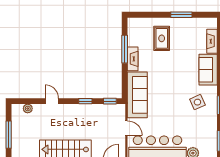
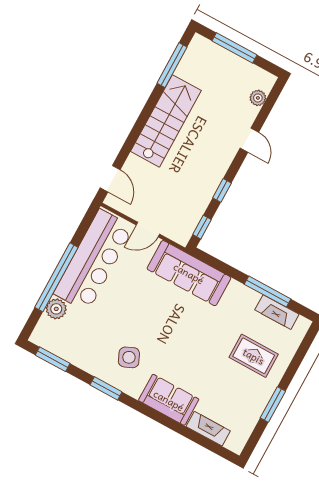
fireplace: (133, 59) -> (277, 312), moved
door: (52, 101) -> (249, 140), hinge flipped

